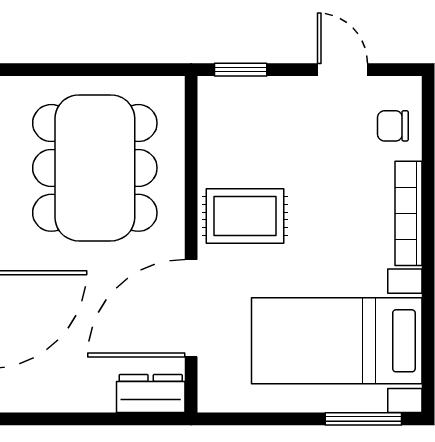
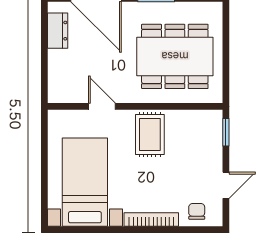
door: (191, 308) -> (102, 106), width x0.53
dresser: (151, 394) -> (58, 31), moved
window: (363, 419) -> (44, 196), removed

